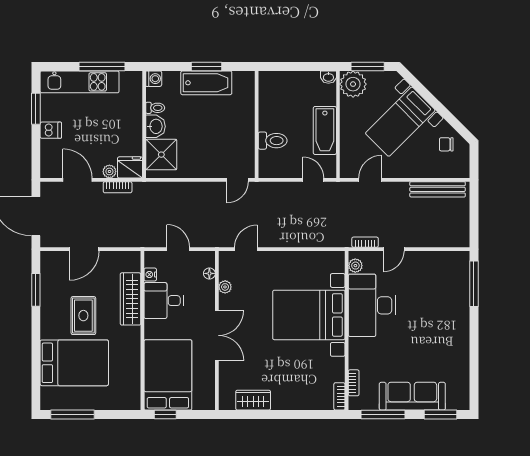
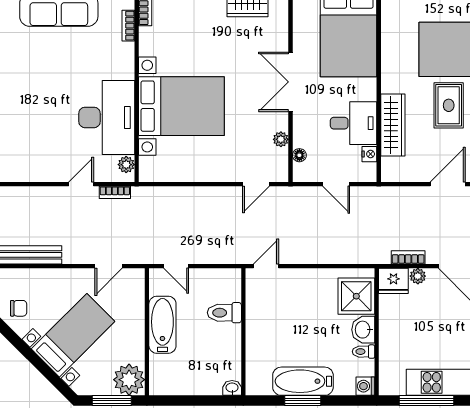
washbasin: (328, 77) -> (232, 388), moved

